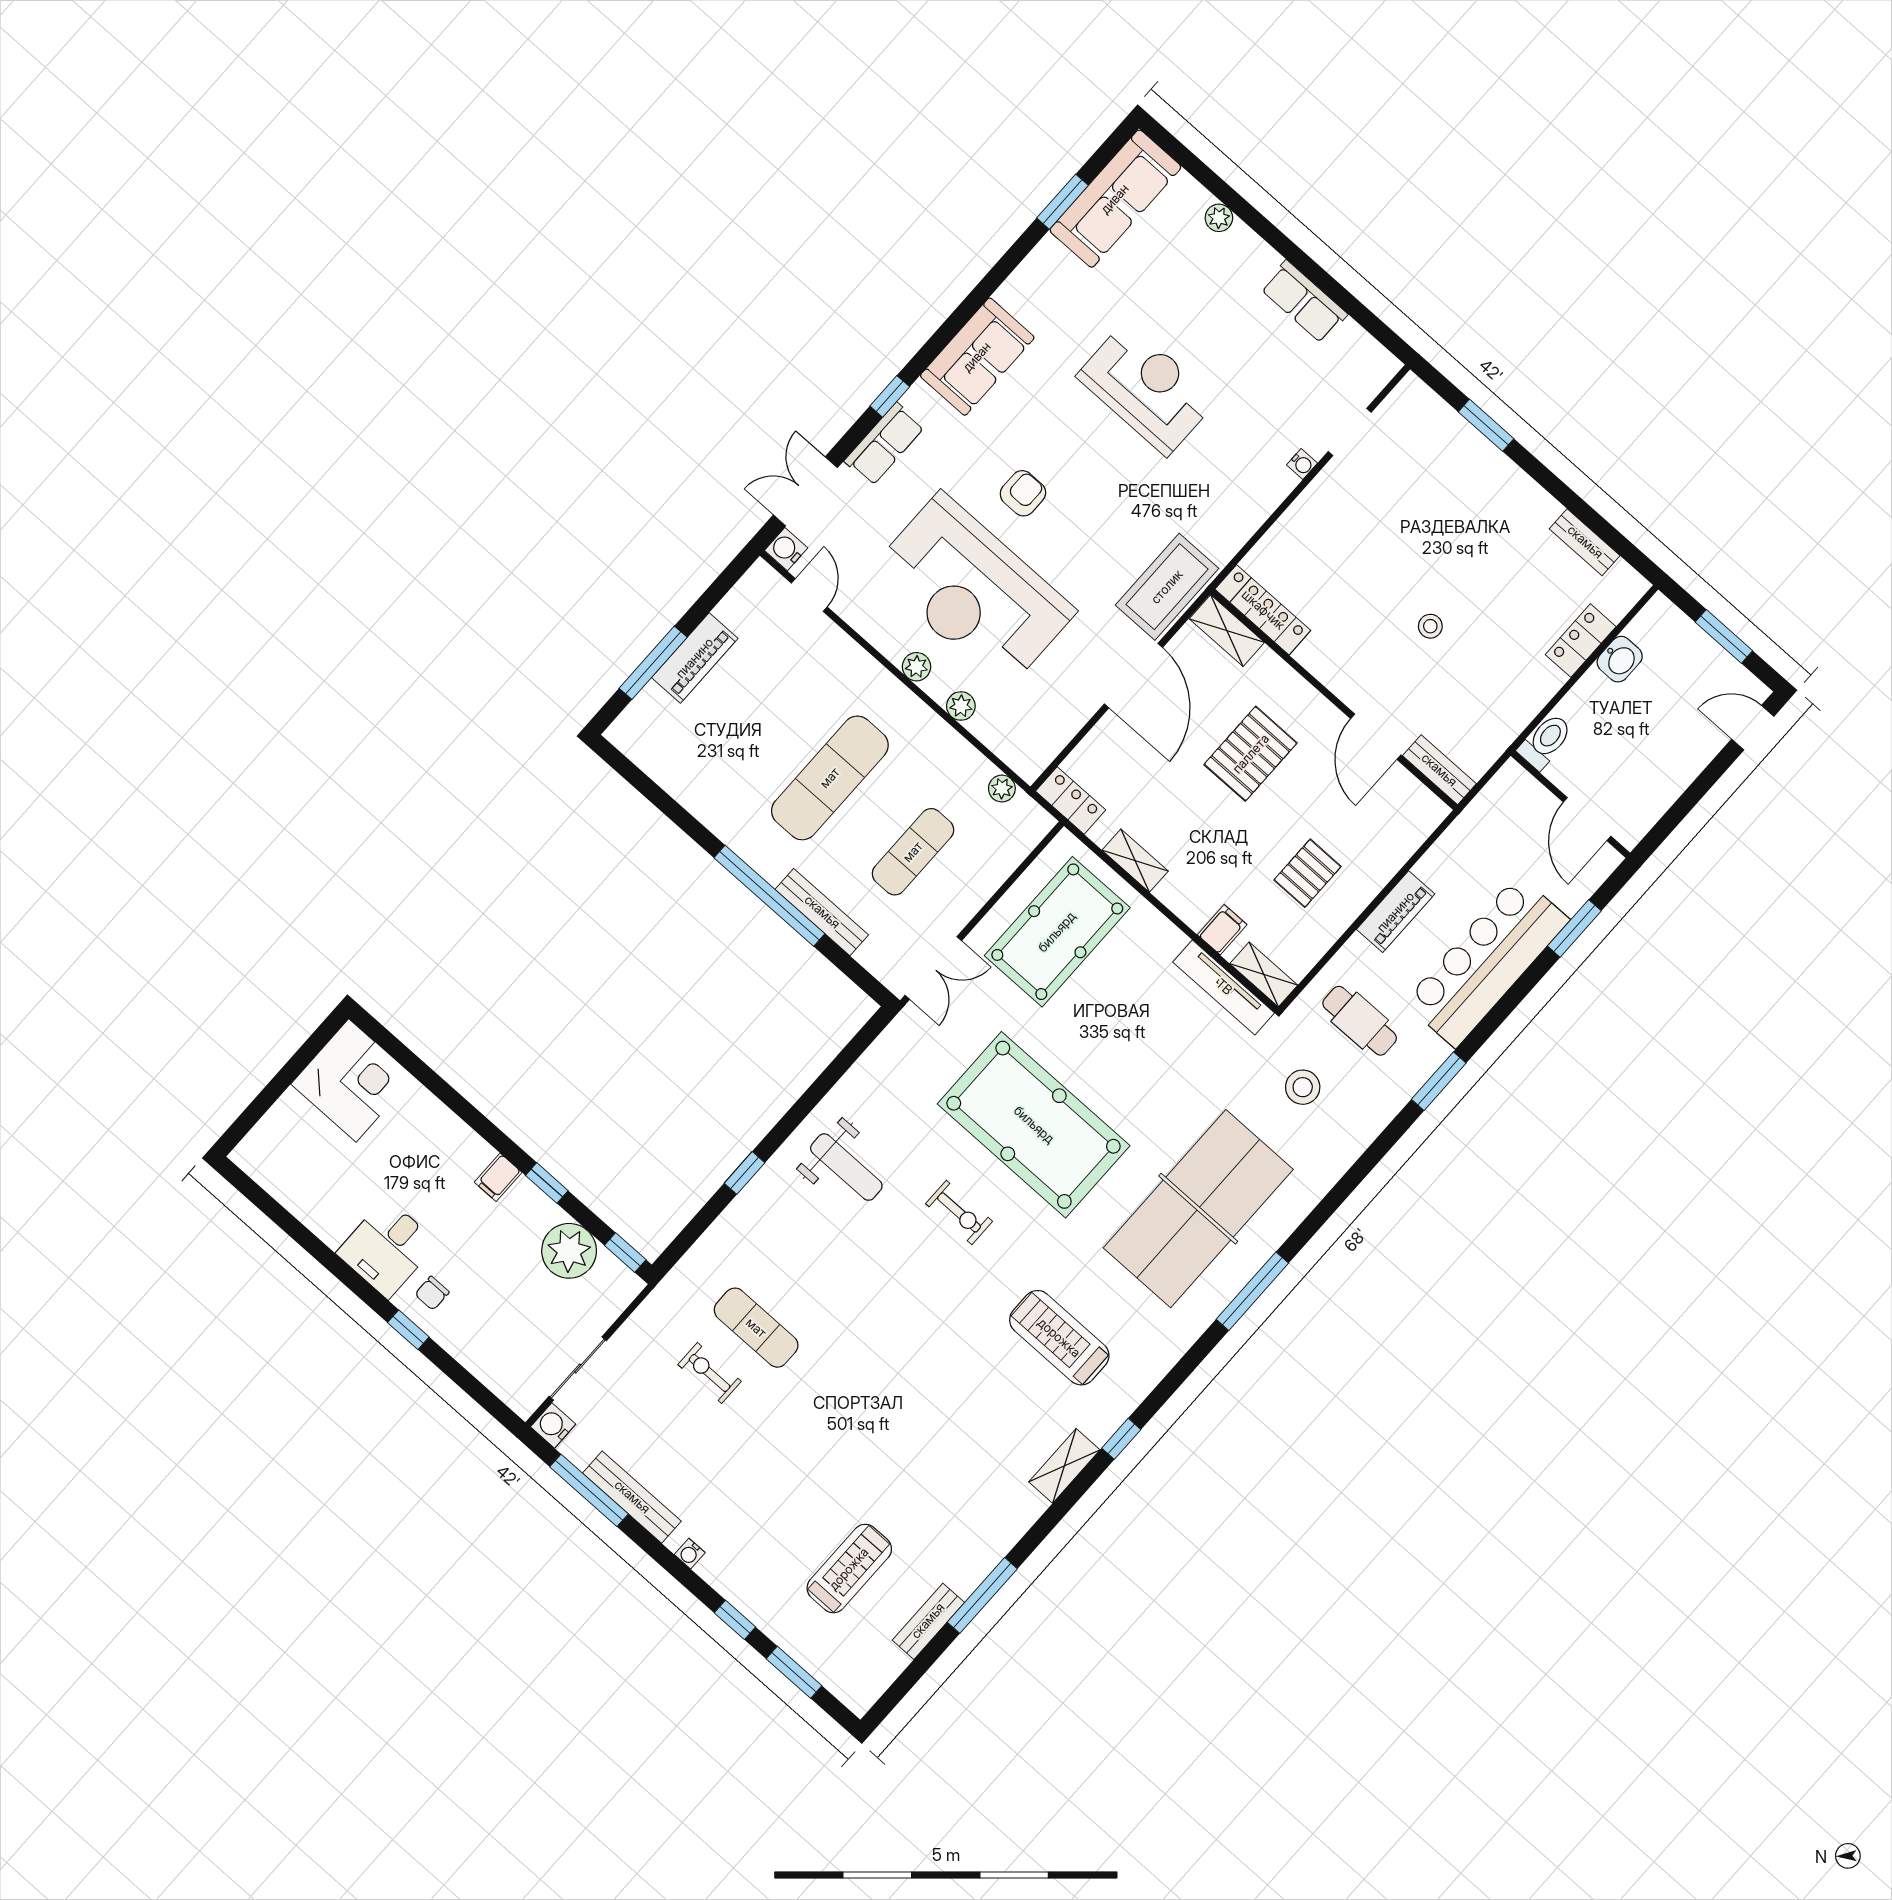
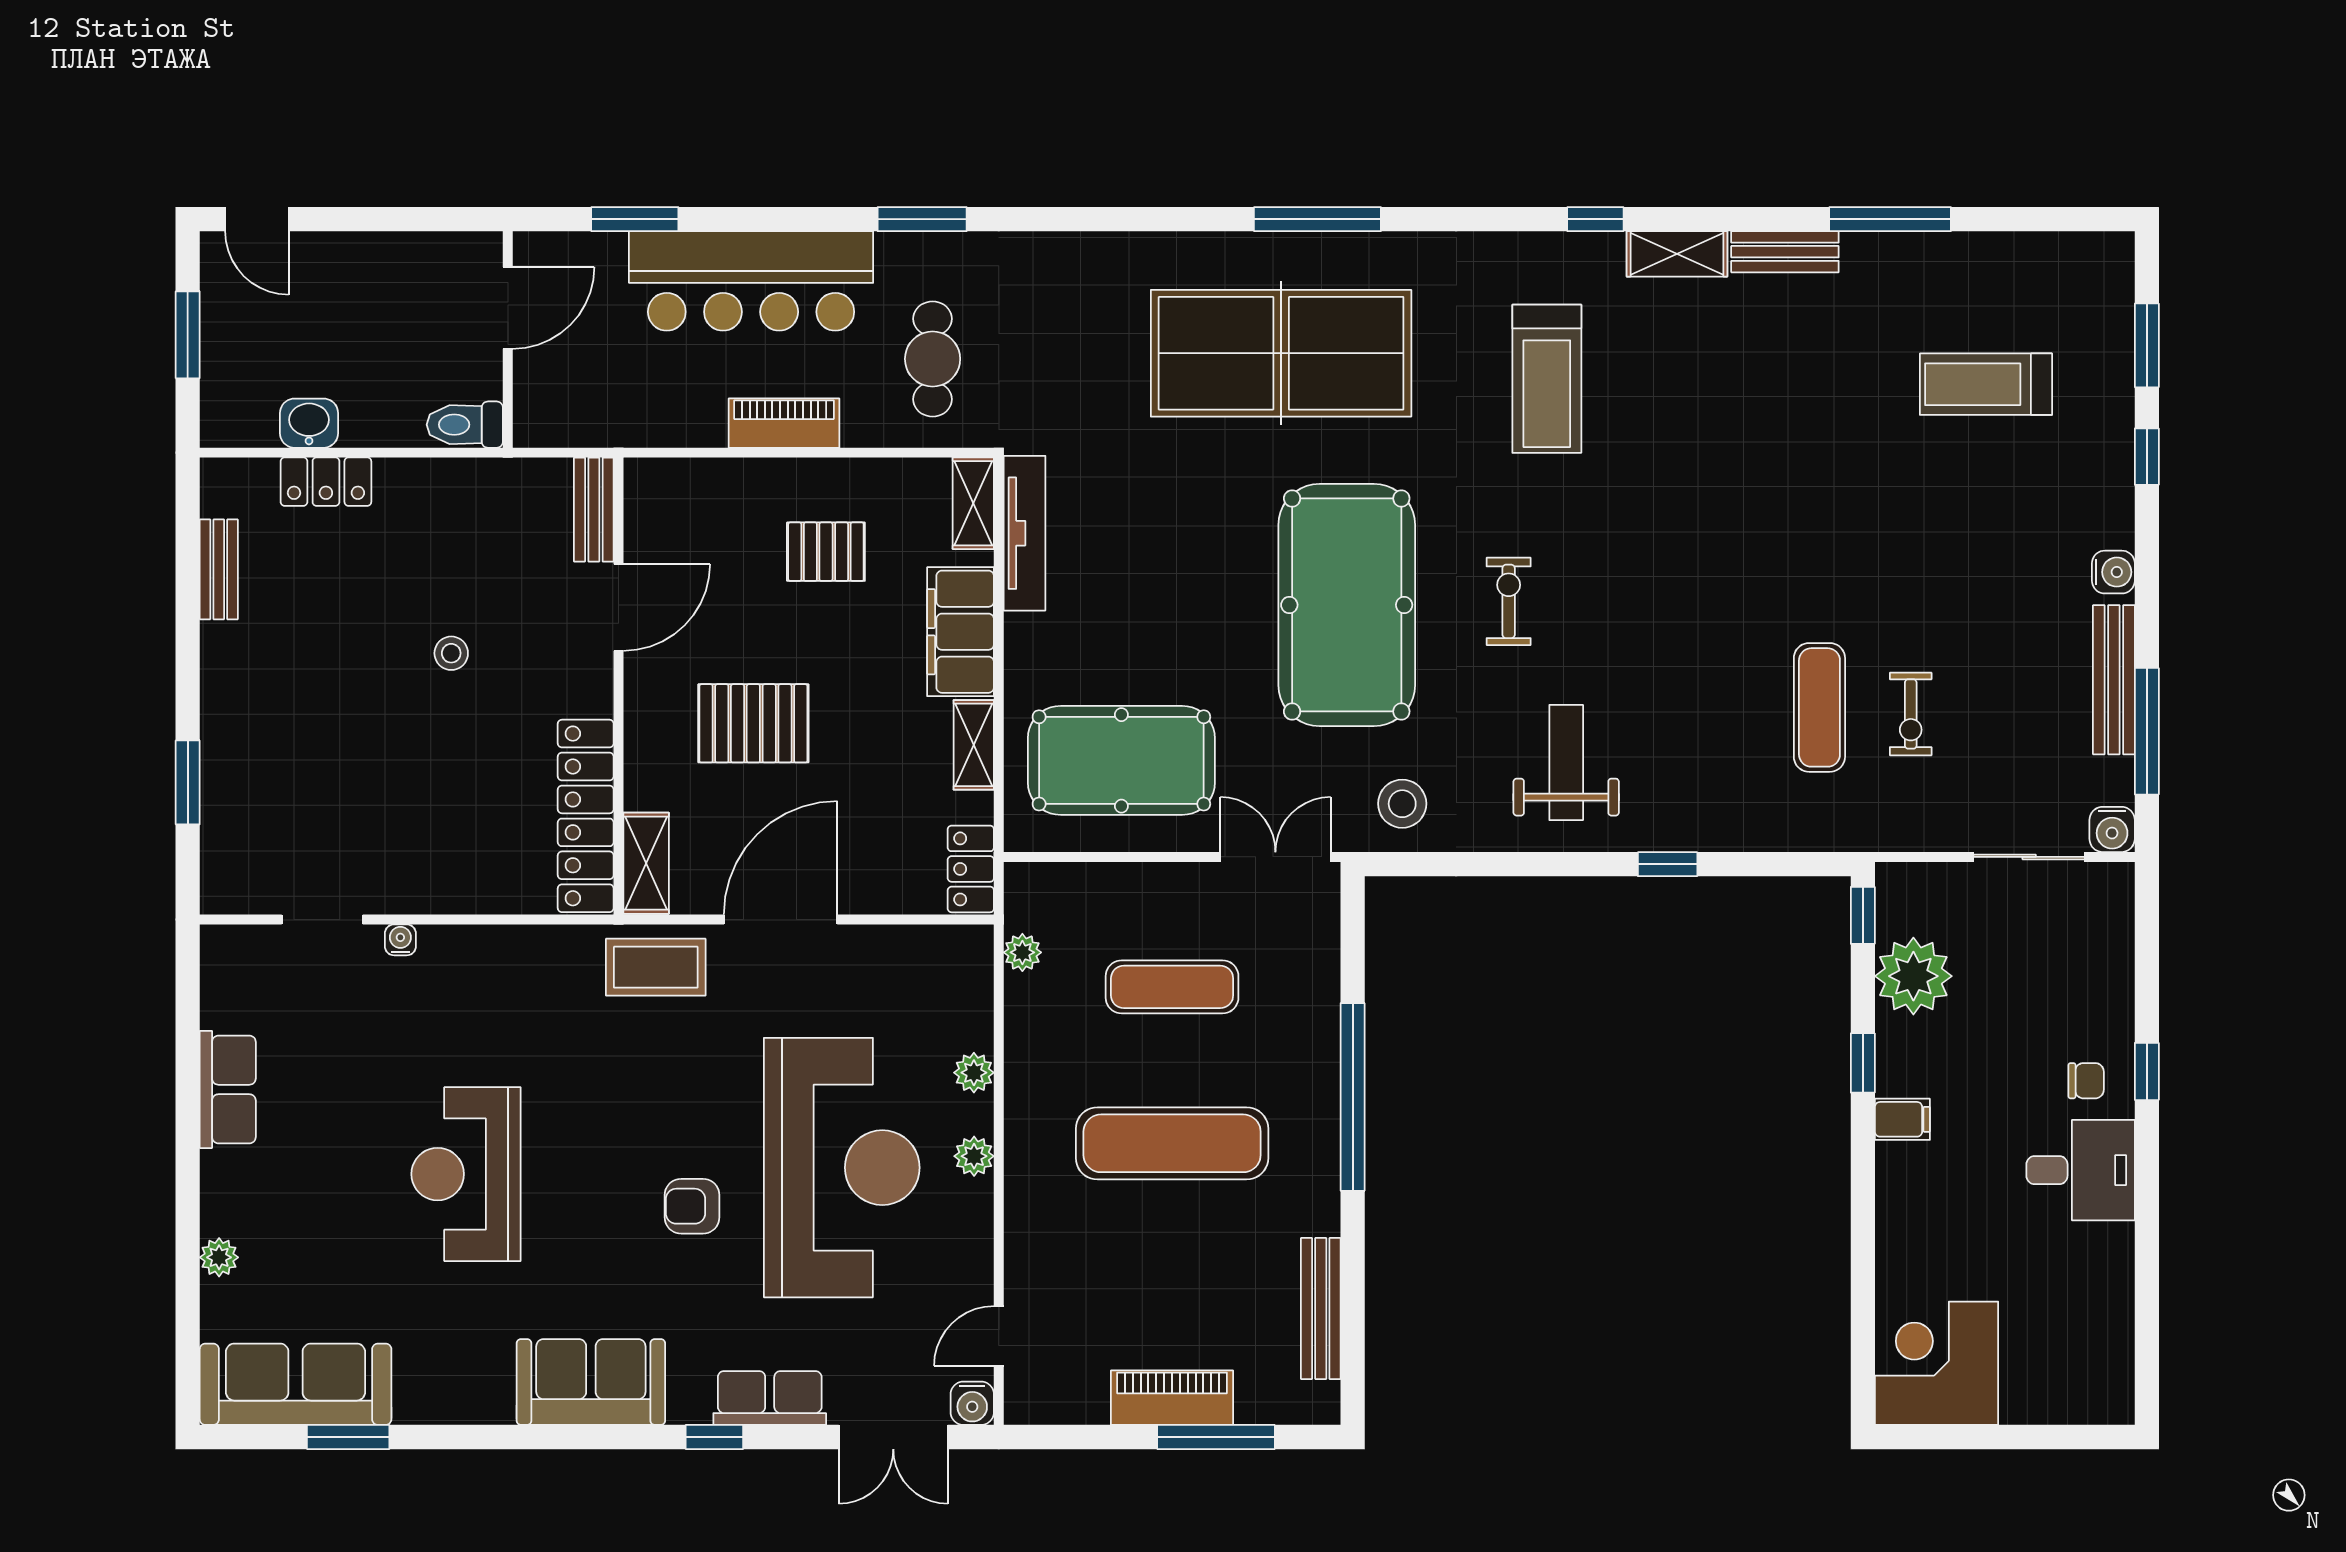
coffee table: (1167, 587) -> (656, 967), width x0.73, depth x0.76
locker: (1263, 610) -> (586, 816), width x1.41, depth x1.21
bench: (822, 912) -> (1321, 1309), moved
filing cabinet: (1222, 930) -> (960, 632), width x3.00, depth x1.17
stool: (1303, 1087) -> (1402, 804), moved
water cooler: (690, 1554) -> (2113, 572), width x1.38, depth x1.38
bench: (928, 1621) -> (1785, 252), moved

